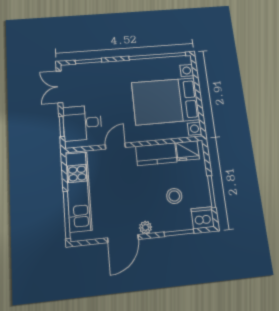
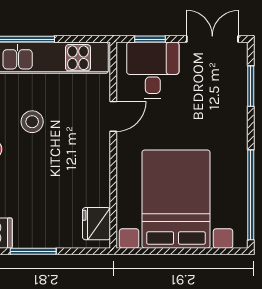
door: (115, 146) -> (113, 116), hinge flipped
kitchen counter: (156, 154) -> (96, 176), removed
stool: (174, 196) -> (32, 122), moved

